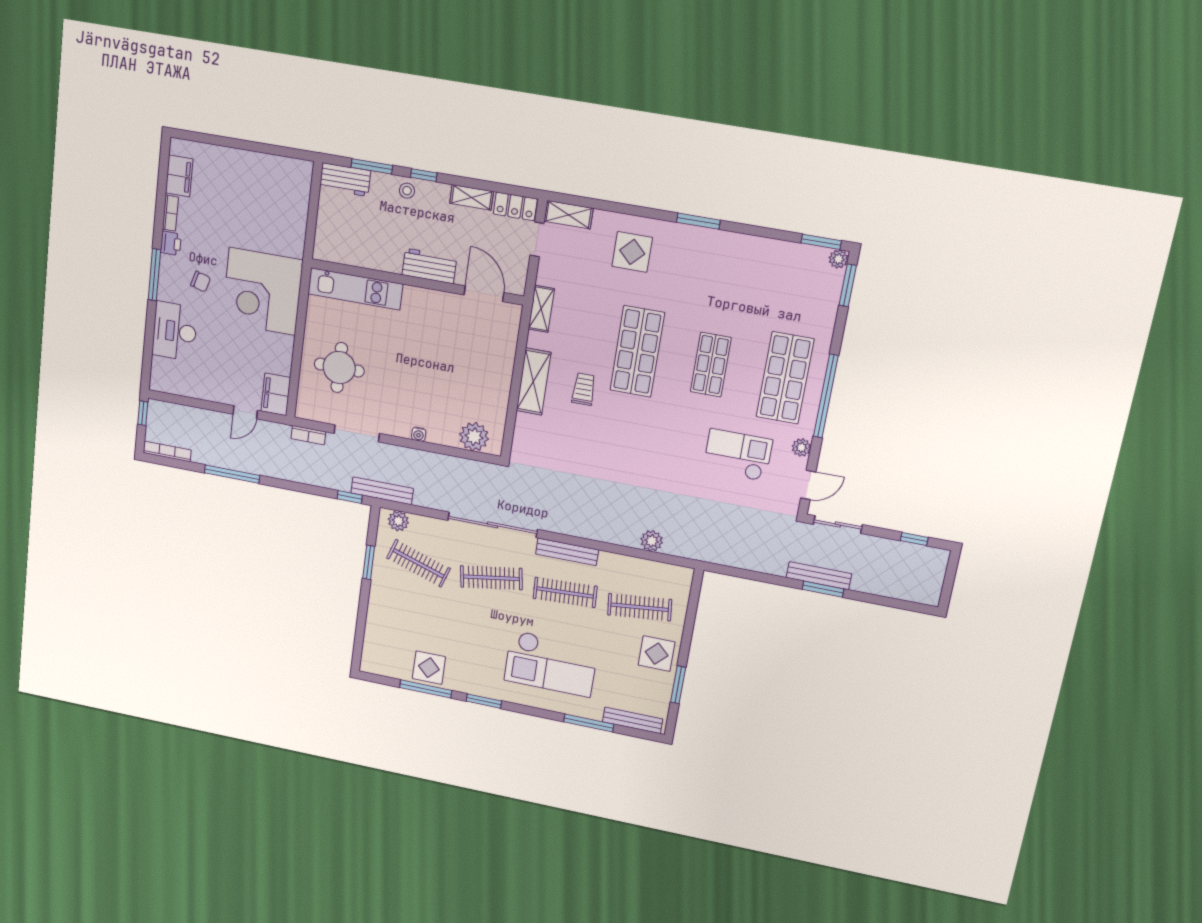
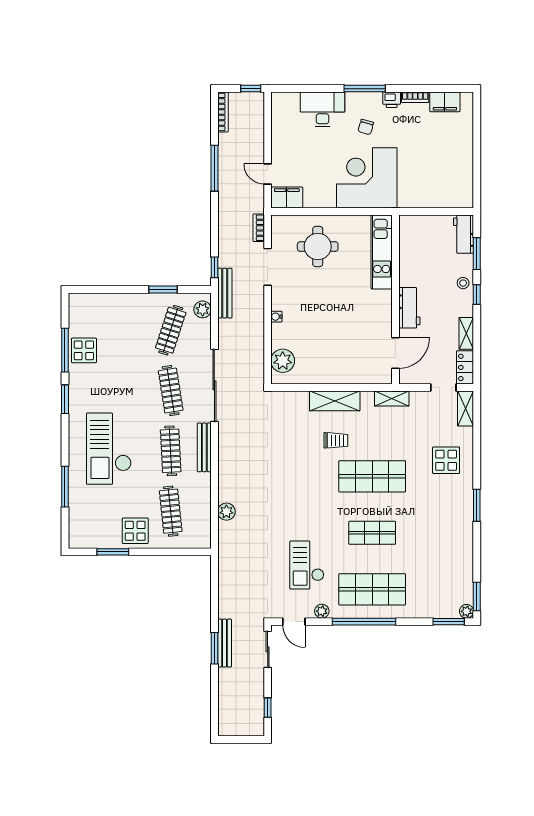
checkout: (738, 455) -> (307, 565), turned 180
bench: (632, 720) -> (75, 521), removed

